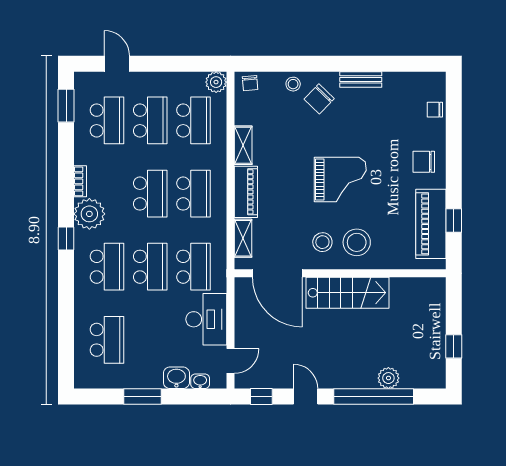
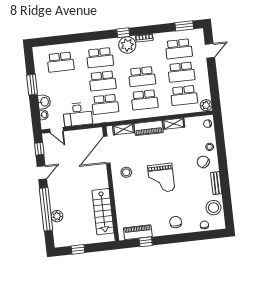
piano: (431, 224) -> (138, 232), width x0.73, depth x0.75
window: (66, 238) -> (123, 33), moved
stool: (357, 242) -> (213, 208), moved
stairs: (348, 293) -> (103, 212), moved

